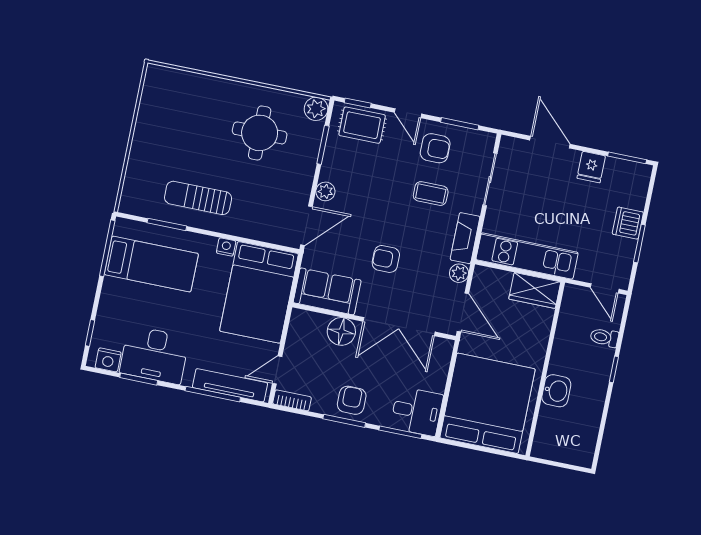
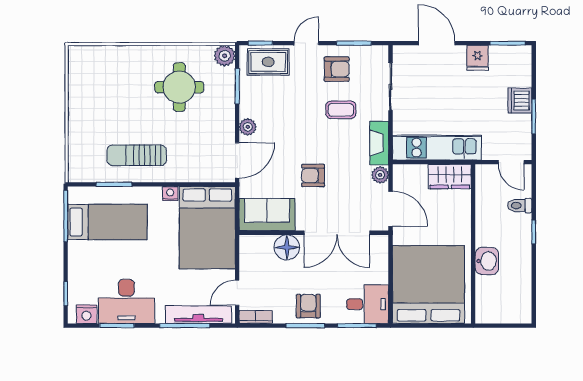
door: (408, 113) -> (306, 43), swing flipped

